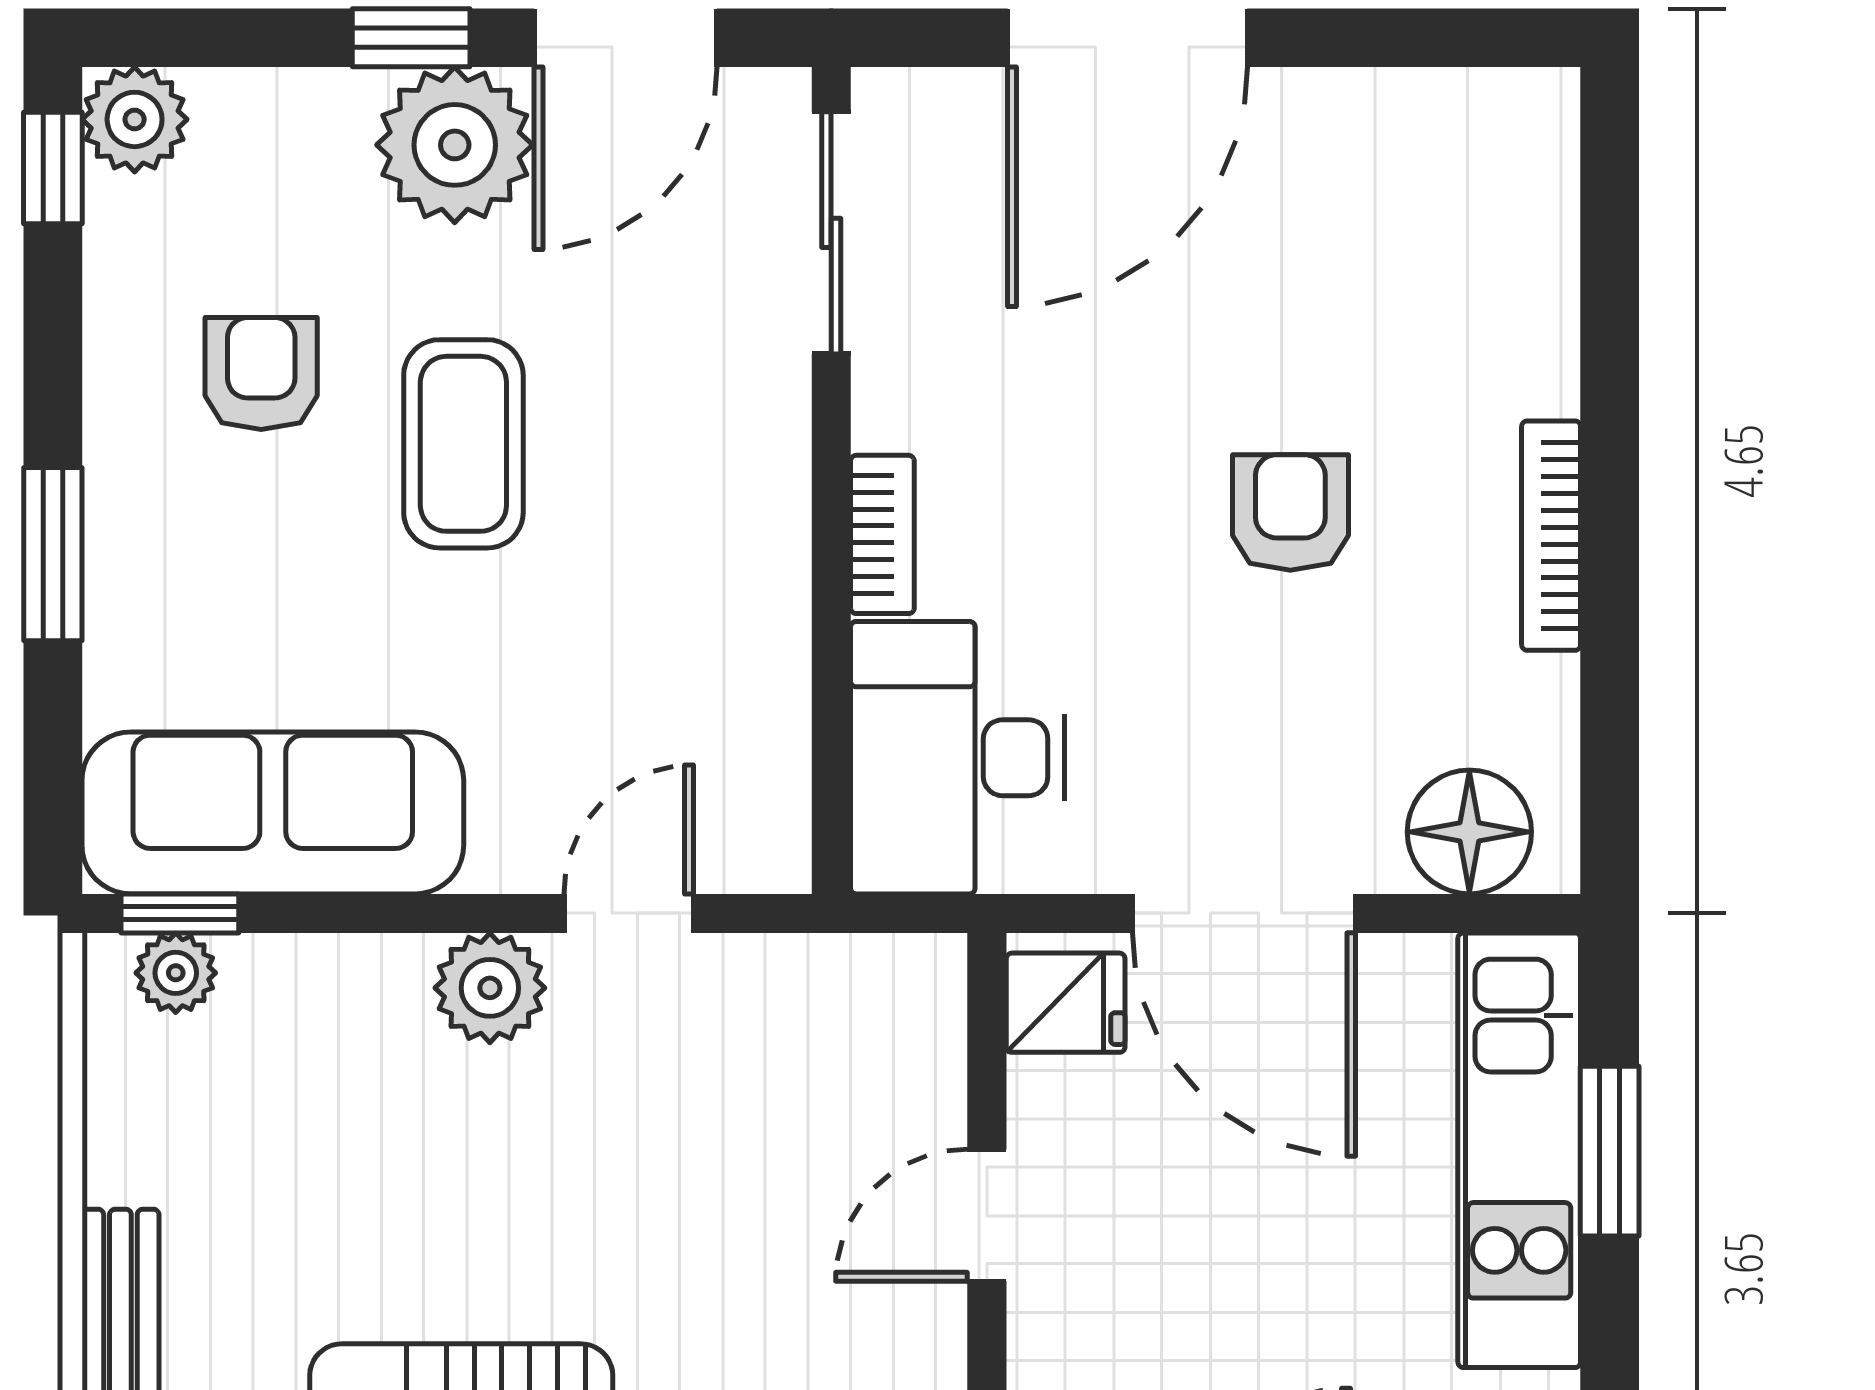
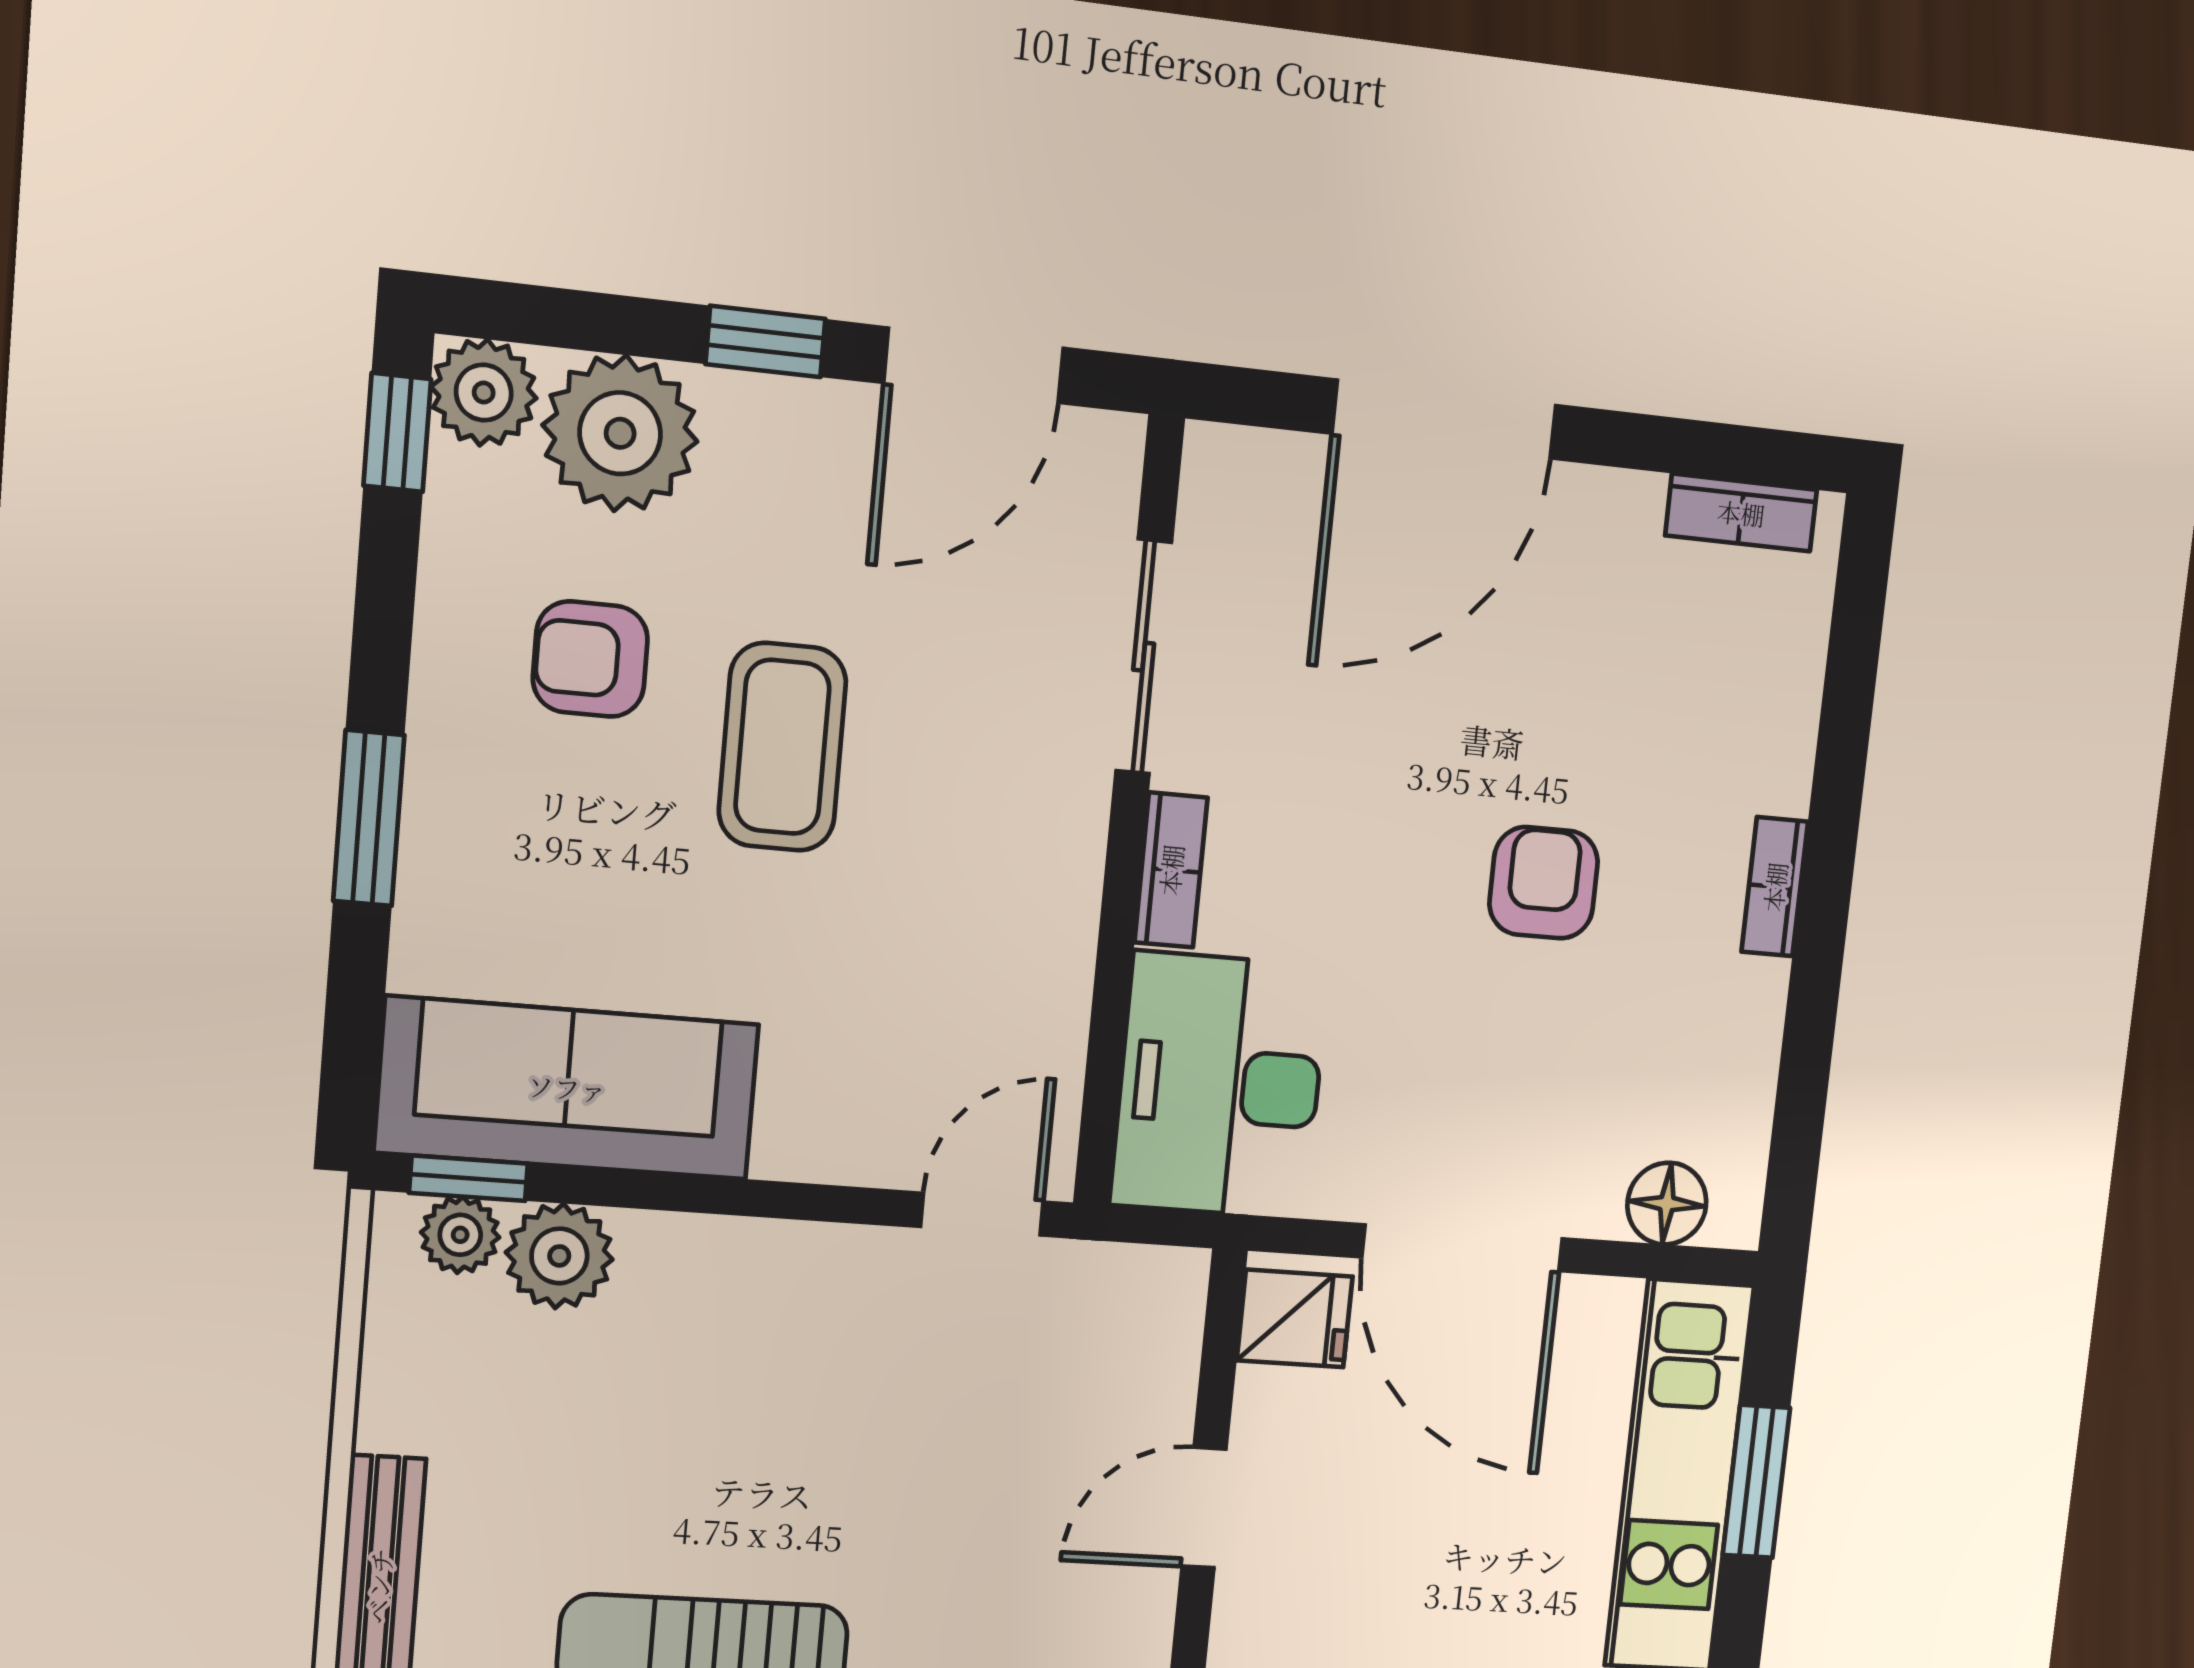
bookcase: (1465, 100) -> (1741, 513), added
plant: (455, 145) -> (620, 433), moved
sliding door: (831, 233) -> (1144, 657), moved
armchair: (261, 373) -> (590, 659), turned -90
bookcase: (1551, 536) -> (1775, 887), width x0.64
floor lamp: (1469, 832) -> (1667, 1204), width x0.73, depth x0.73
door: (629, 913) -> (982, 1214), moved
plant: (490, 988) -> (559, 1256), moved

